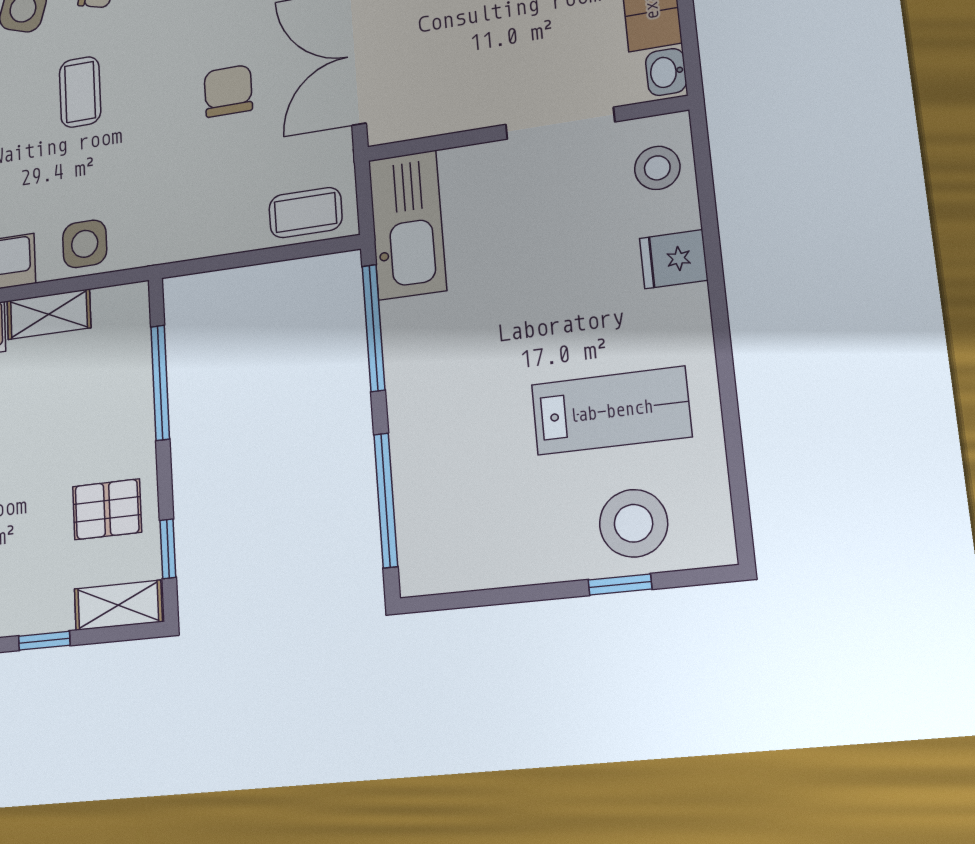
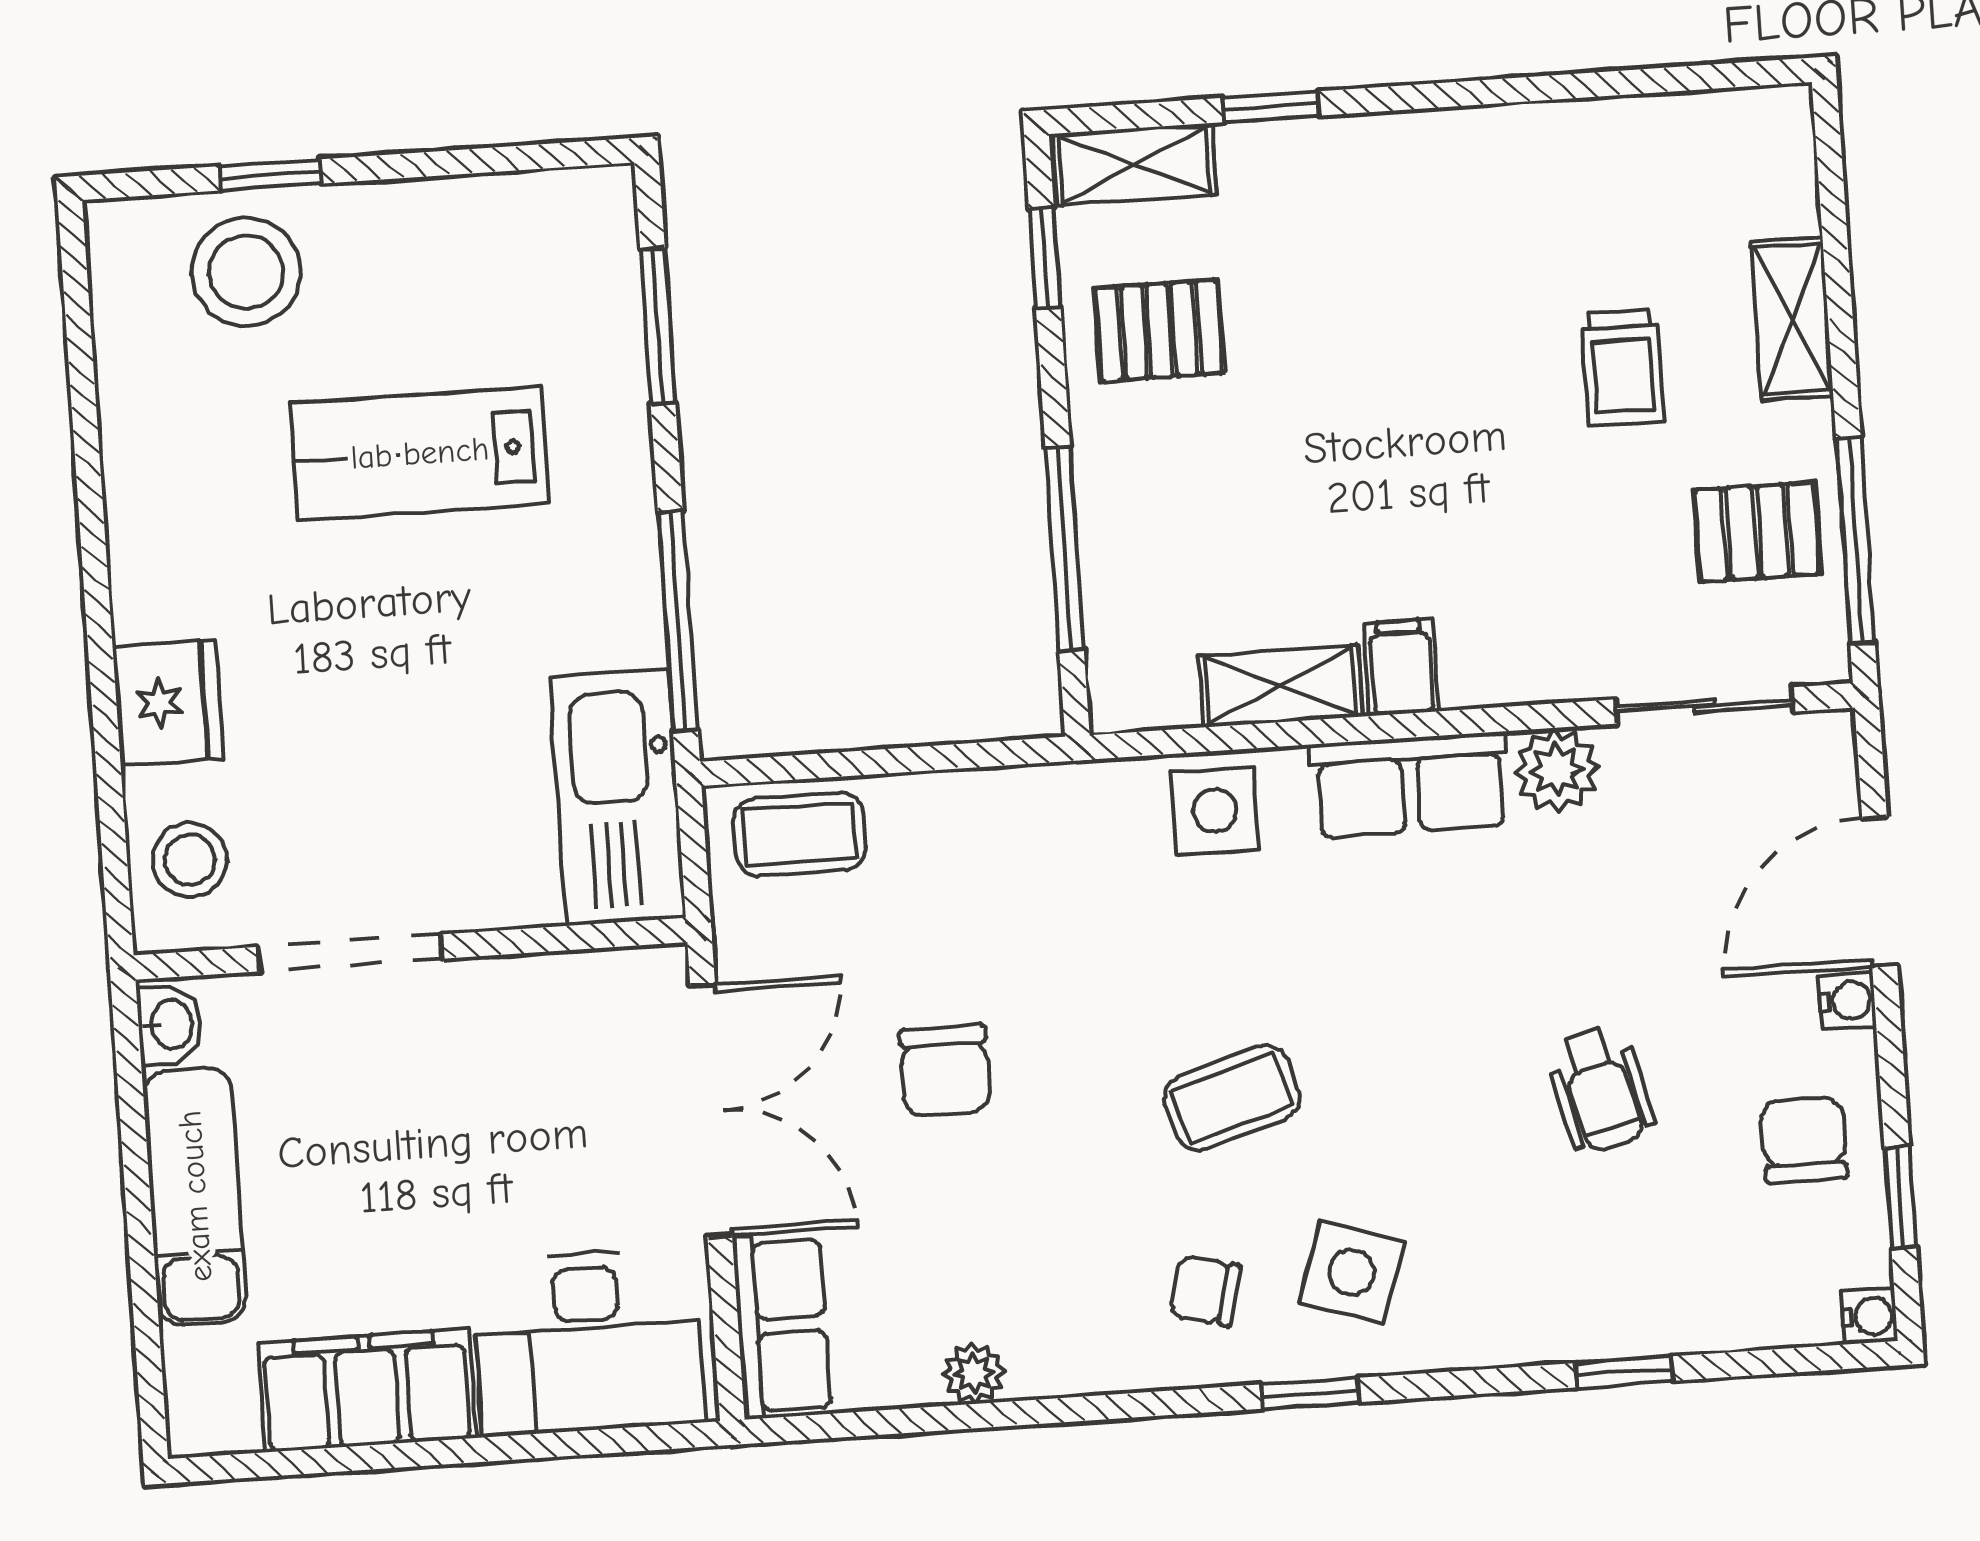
coffee table: (80, 92) -> (1232, 1098), turned 73
fridge: (674, 259) -> (168, 703), width x1.38
lab bench: (611, 411) -> (420, 453), moved
window: (386, 500) -> (658, 326), width x0.69

